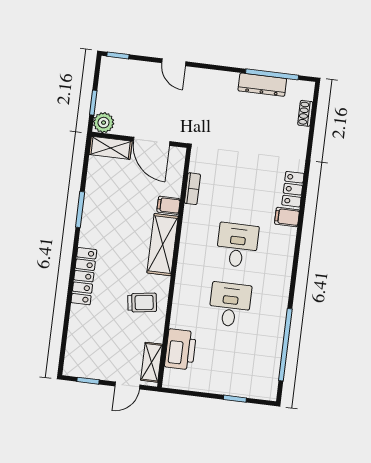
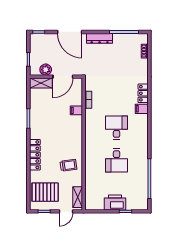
door: (174, 62) -> (70, 32), width x1.87
dresser: (262, 85) -> (100, 38), moved
plant: (104, 123) -> (46, 70), moved
door: (152, 141) -> (63, 77), hinge flipped
shelving: (163, 245) -> (76, 132), removed
desk: (230, 305) -> (117, 160), turned 180
pallet: (94, 346) -> (45, 192), added
printer: (180, 349) -> (115, 203), moved, turned -90

